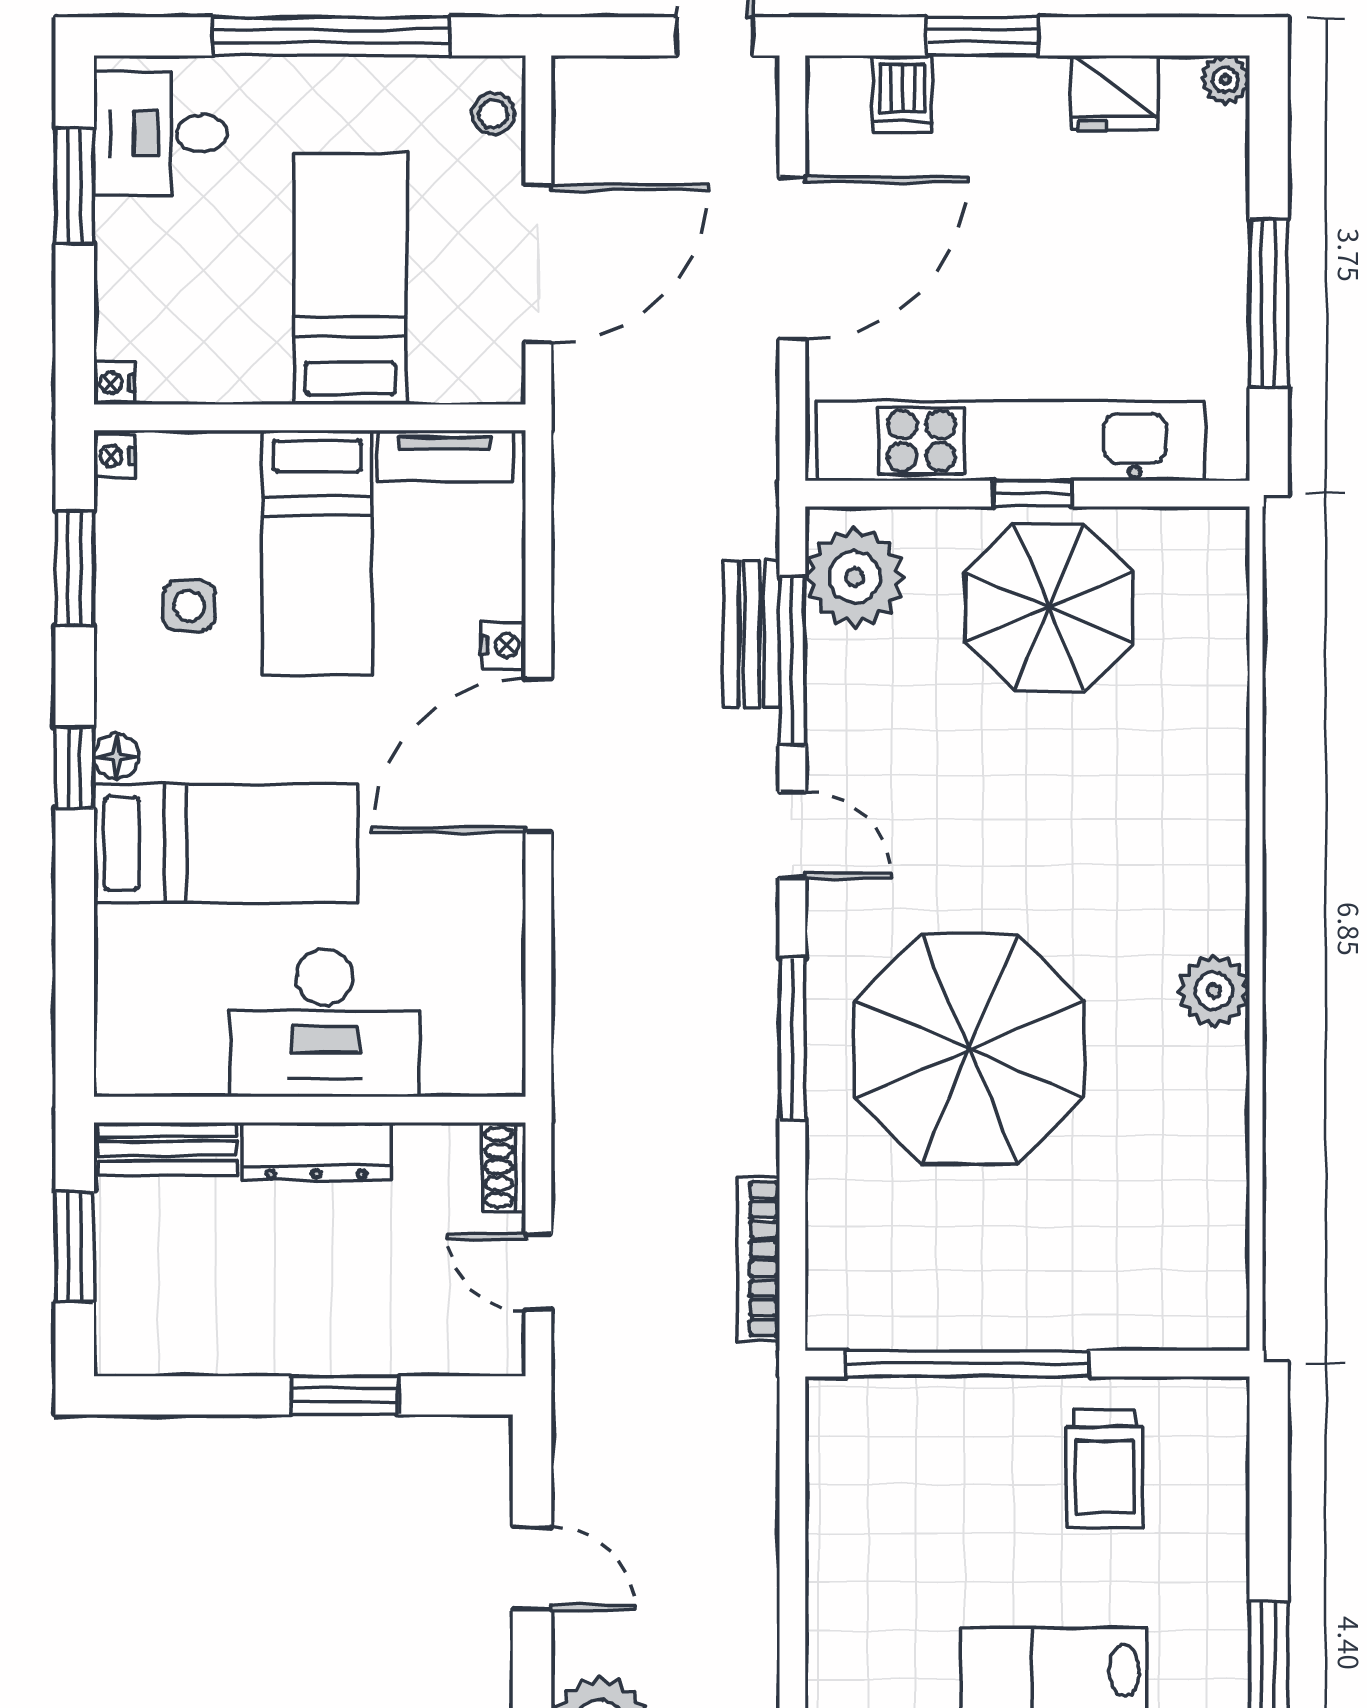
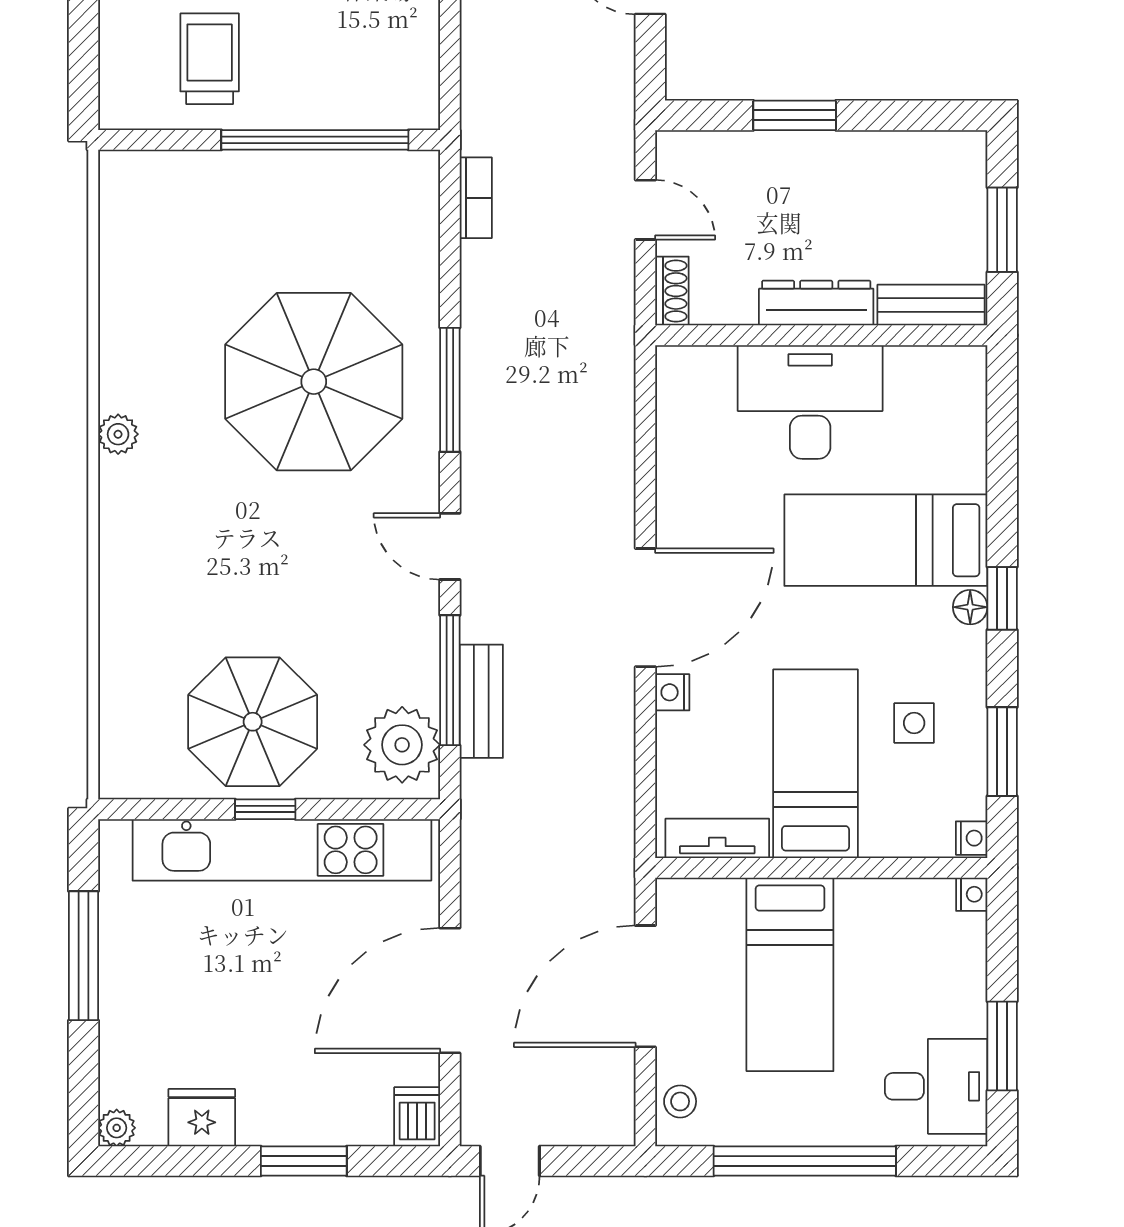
dishwasher: (903, 94) -> (417, 1117), moved
plant: (1214, 991) -> (118, 434), width x0.73, depth x0.73
bookcase: (759, 1259) -> (476, 198), width x0.64

